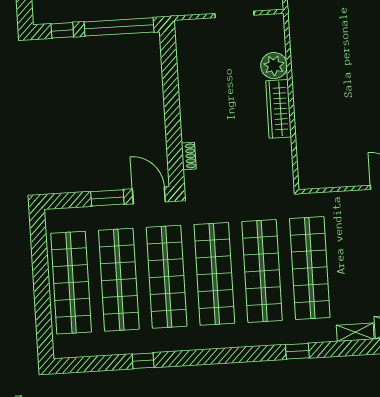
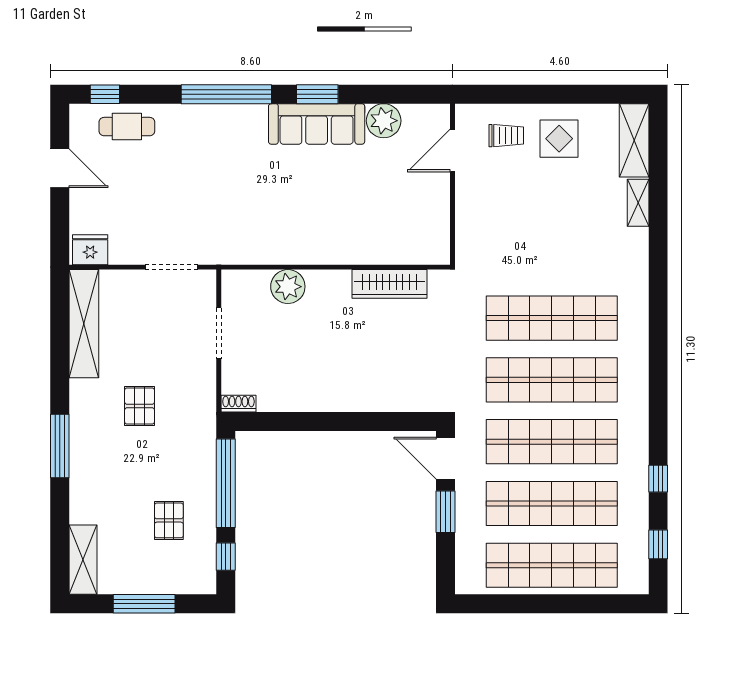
wardrobe: (279, 109) -> (390, 284), moved
shoe rack: (189, 156) -> (238, 404), moved
door: (149, 195) -> (445, 458), hinge flipped
shop shelf: (310, 268) -> (552, 256), removed
window: (297, 351) -> (658, 544), moved

